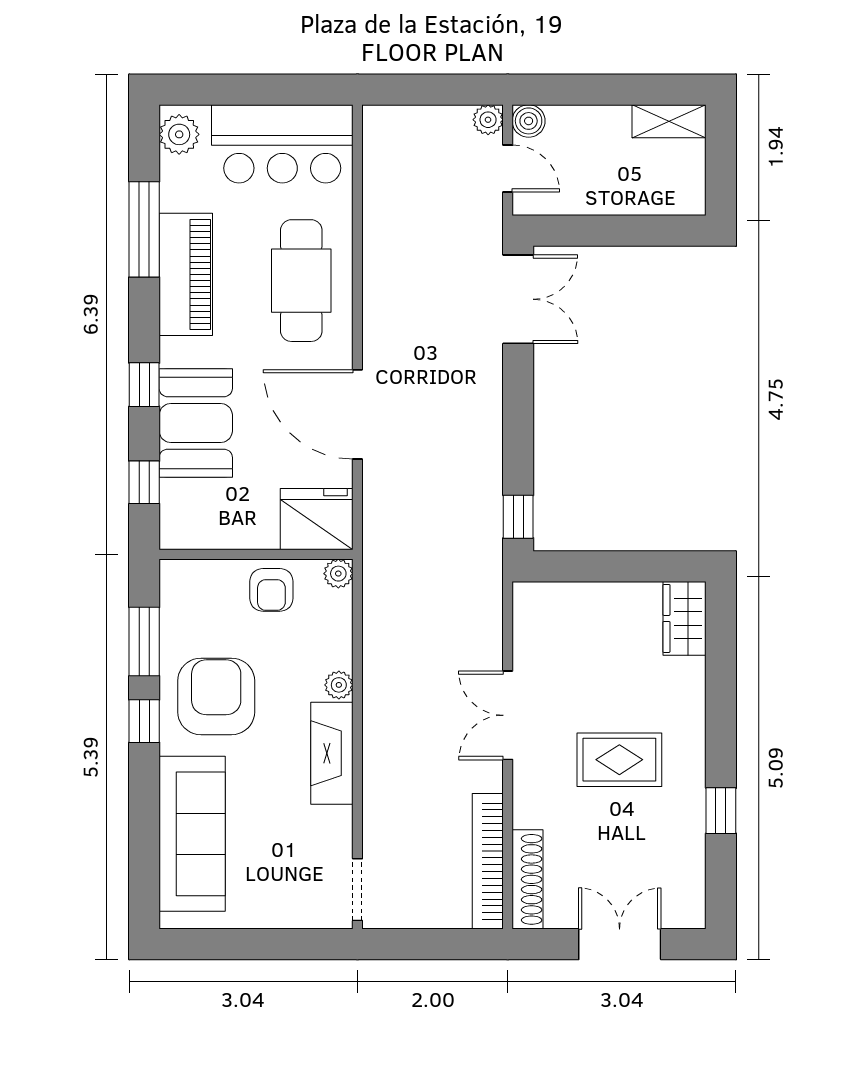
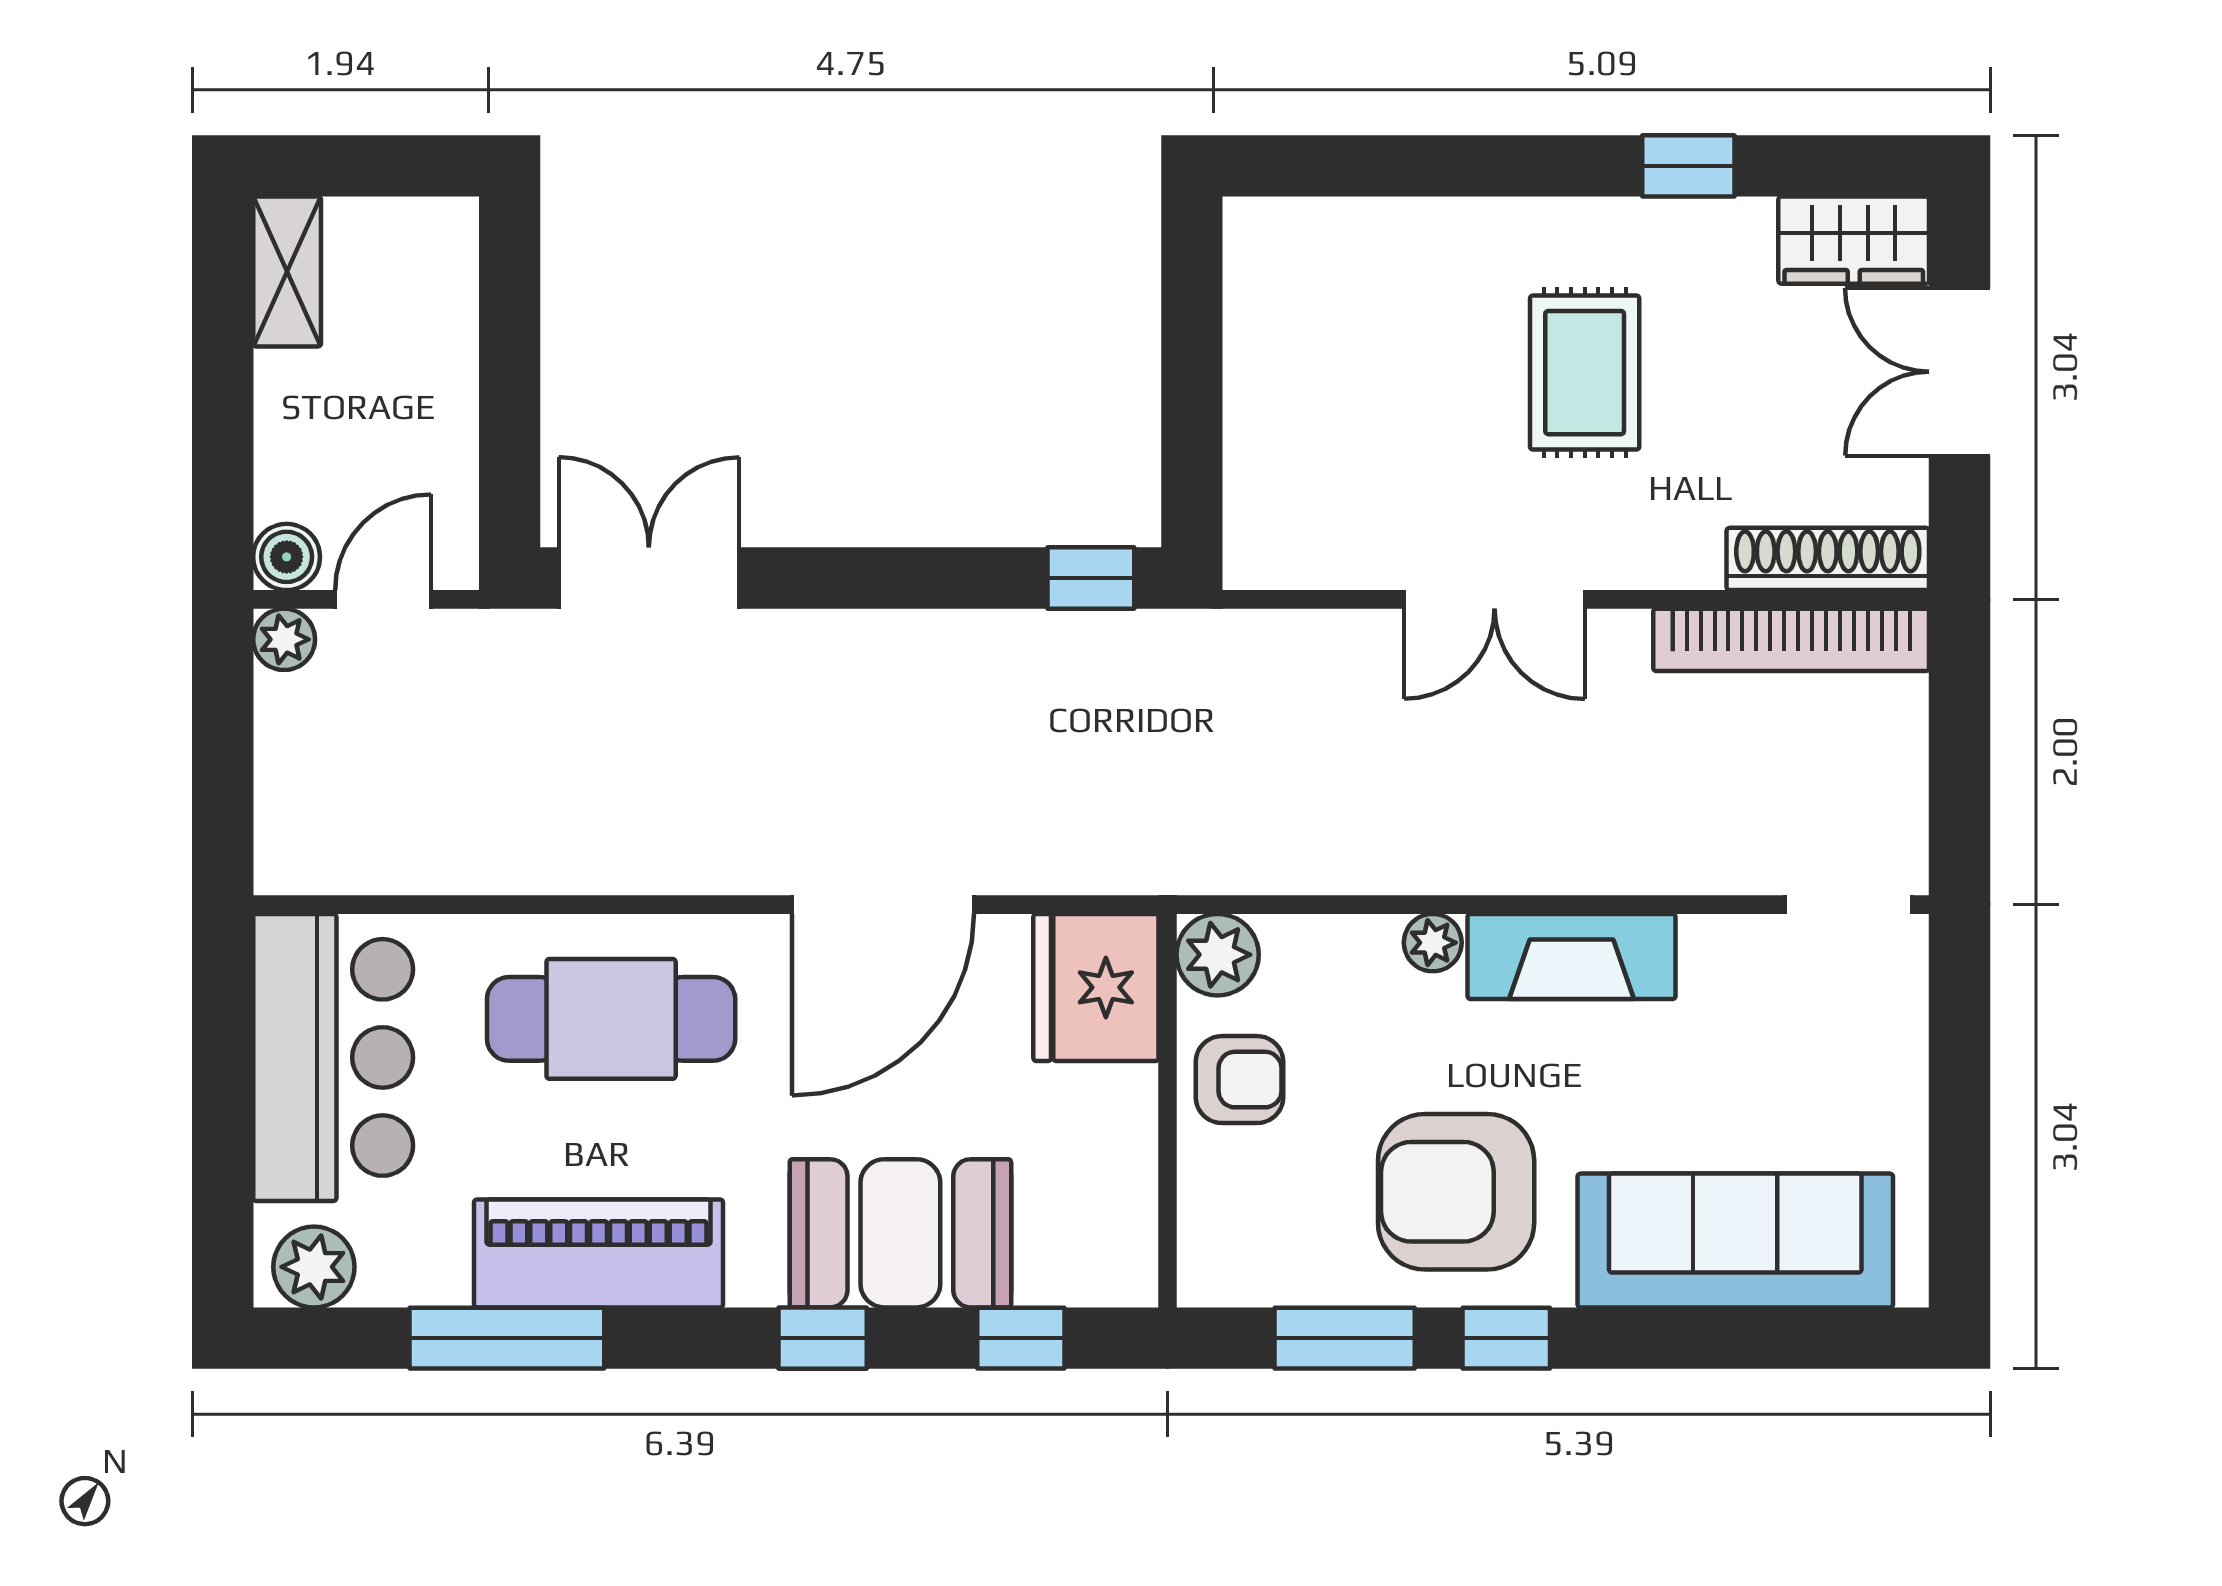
plant: (338, 574) -> (1218, 955), width x1.38, depth x1.38
wardrobe: (684, 618) -> (1854, 240), moved

